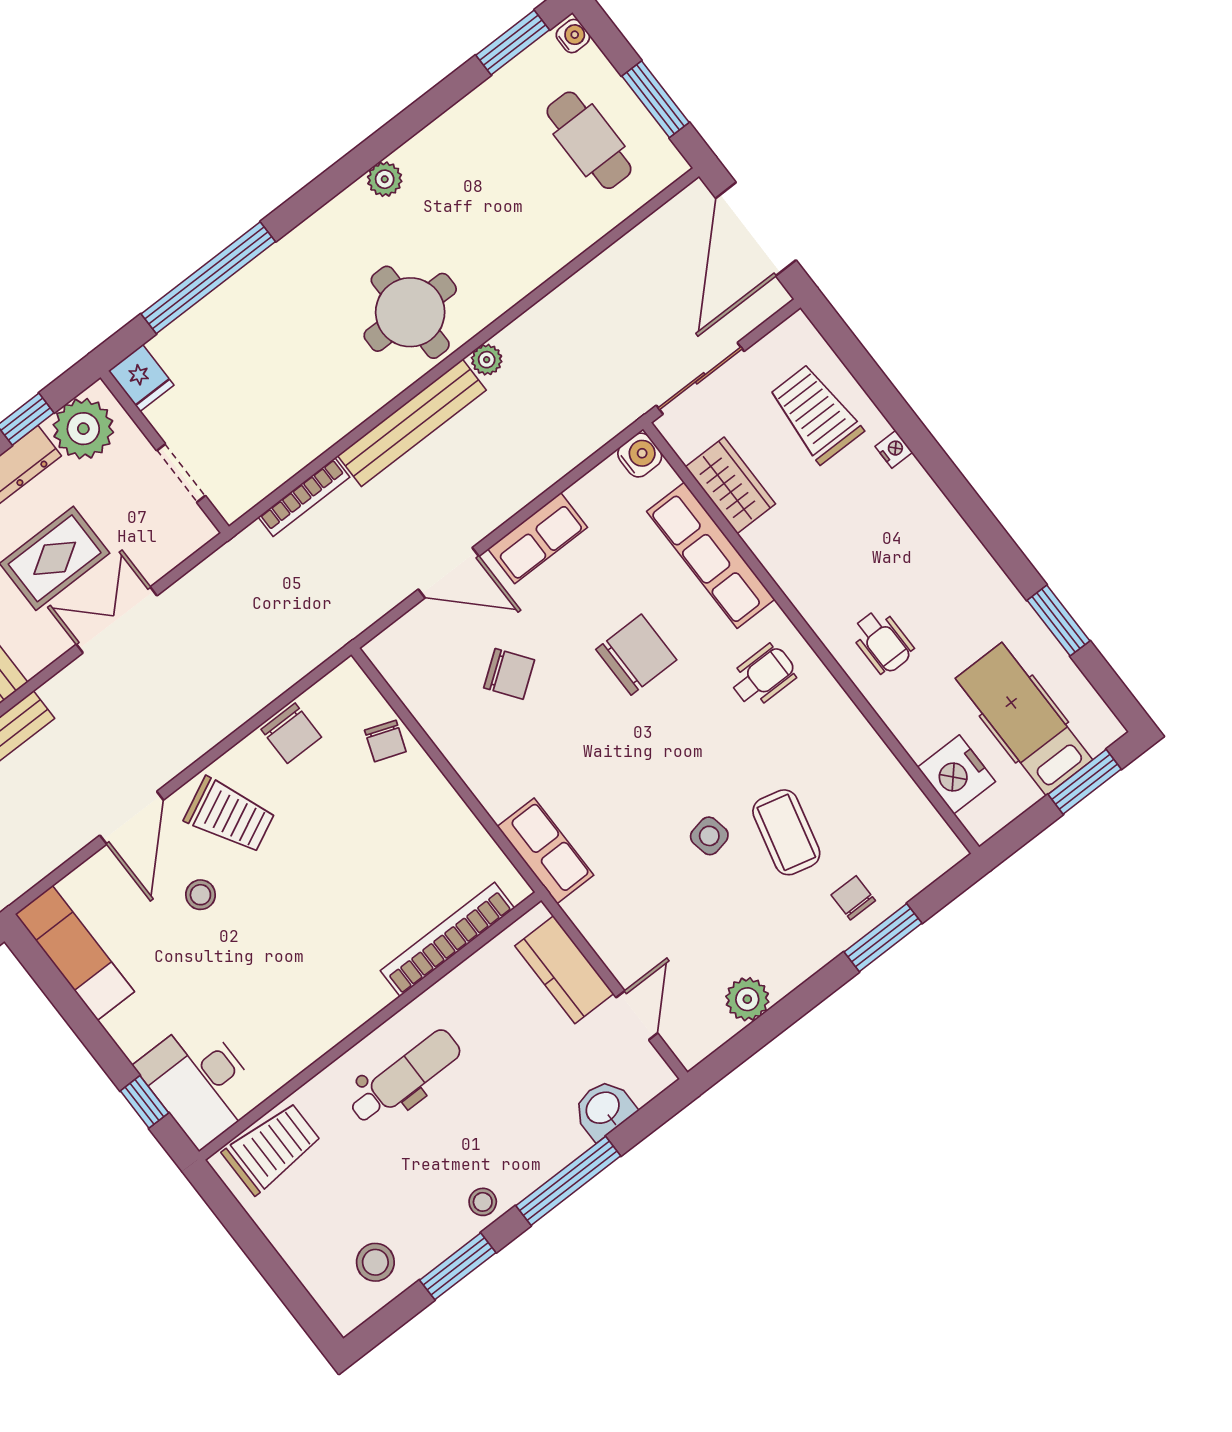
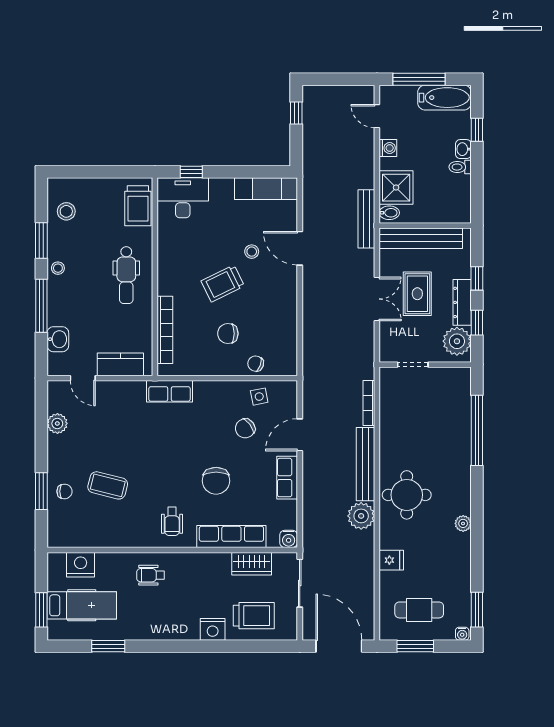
plant: (487, 360) -> (361, 516), width x1.88, depth x1.88
fridge: (141, 378) -> (391, 560), moved, turned 180
nightstand: (894, 449) -> (213, 629), width x1.89, depth x1.79
chair: (291, 733) -> (228, 334), moved
trolley: (230, 815) -> (223, 283), moved
side table: (709, 836) -> (259, 397), moved

